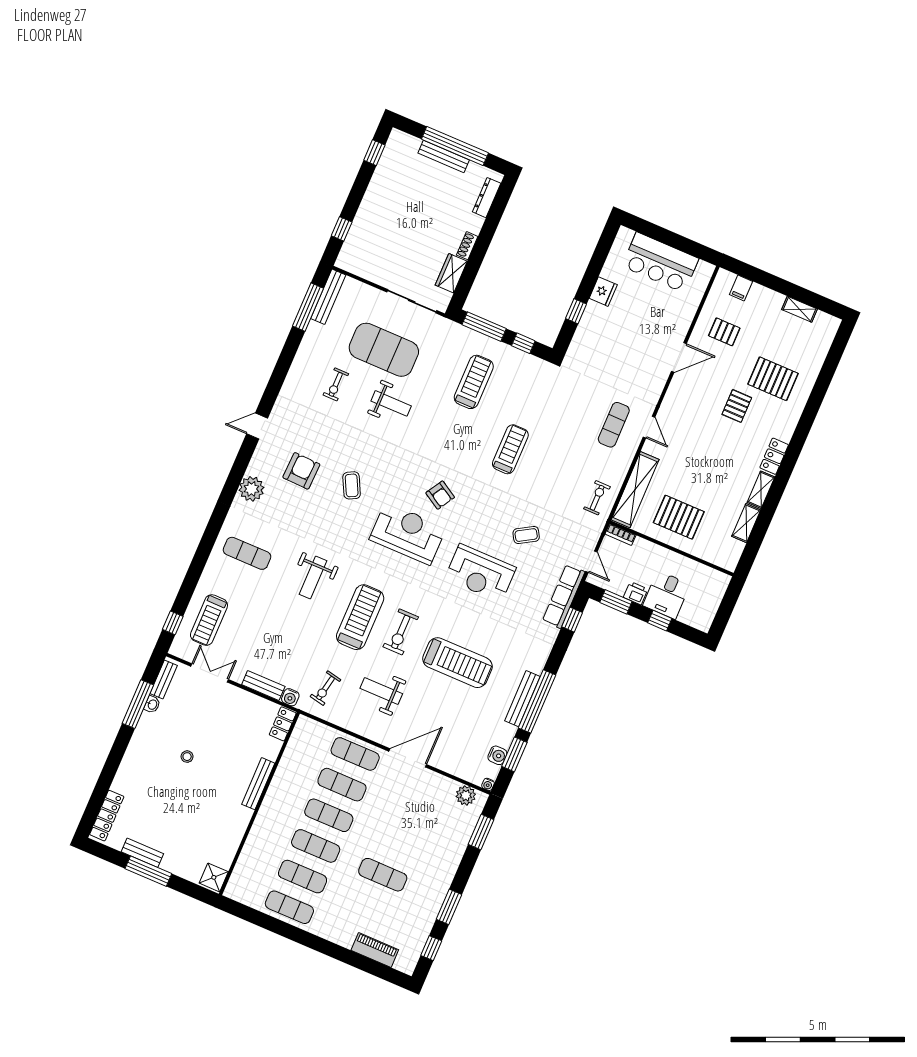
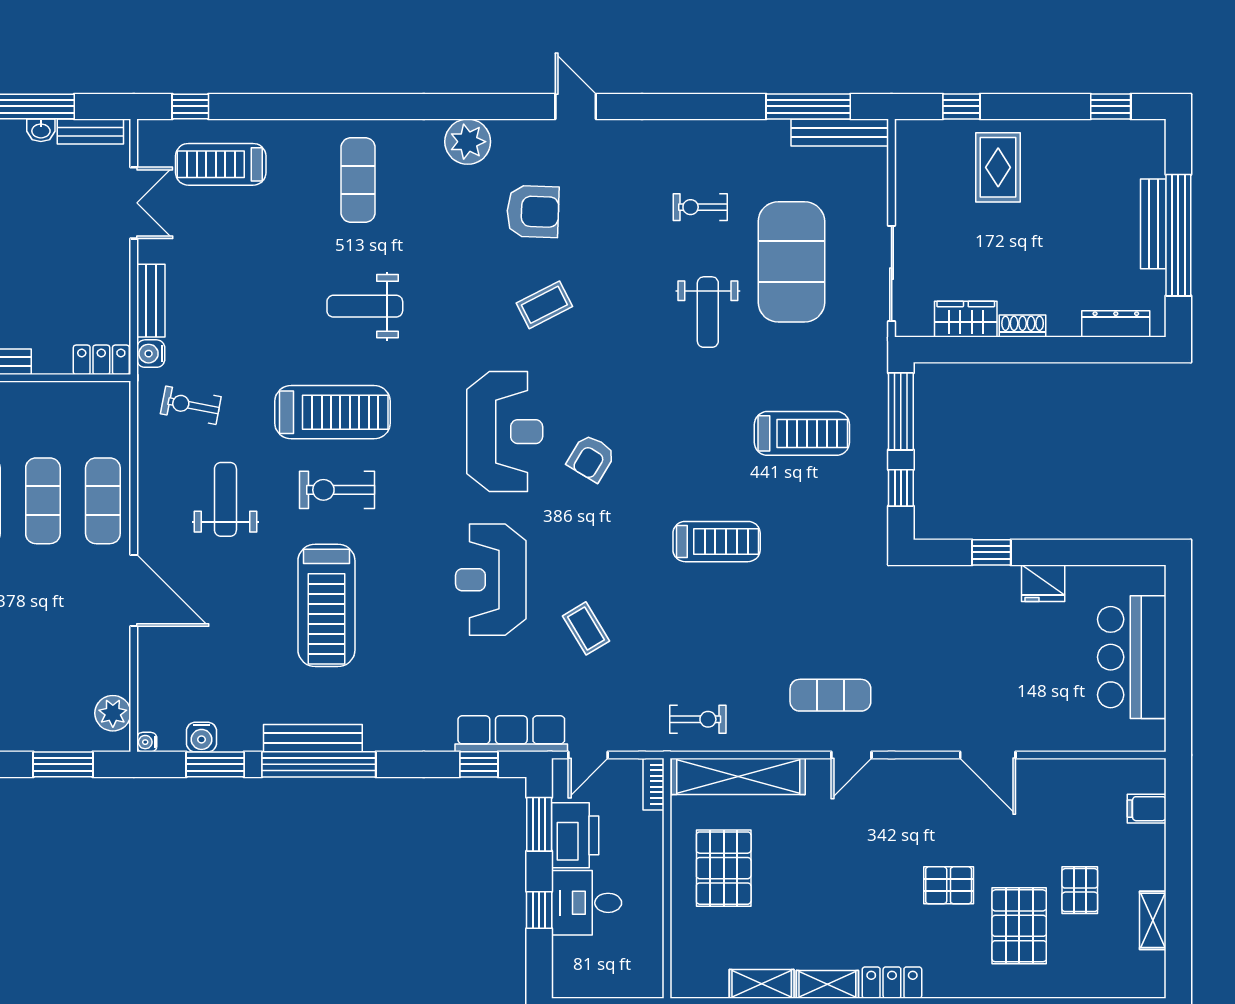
rug: (381, 223) -> (998, 167), added
pallet: (724, 332) -> (1080, 890), moved
printer: (636, 593) -> (575, 835), width x1.87, depth x1.48

